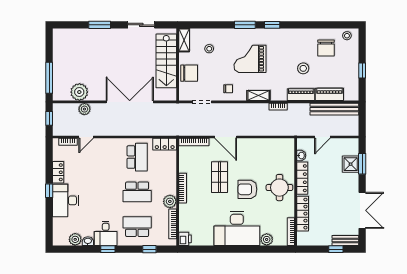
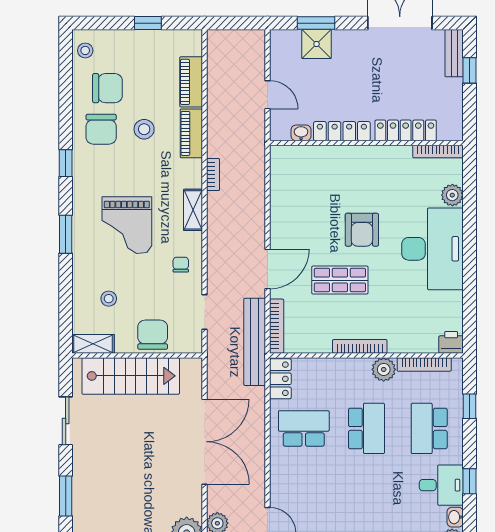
window: (272, 25) -> (66, 163), moved
chair: (303, 45) -> (101, 129), added
double door: (130, 102) -> (204, 442), swing flipped
bench: (334, 109) -> (255, 342), moved
round table: (279, 188) -> (359, 172), removed

